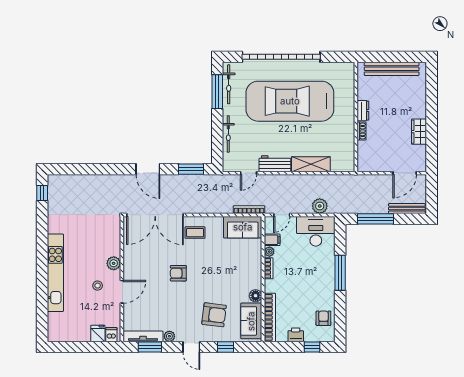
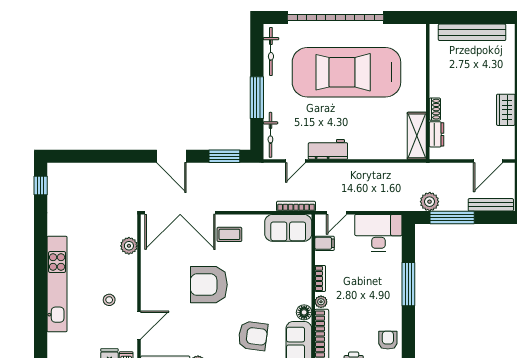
window: (217, 92) -> (257, 98), moved
dresser: (363, 111) -> (437, 134), moved
bicycle: (228, 134) -> (270, 135), moved
shelving: (311, 164) -> (417, 136), moved, turned 90
plant: (320, 206) -> (430, 202), moved
plant: (269, 252) -> (321, 302), moved
plant: (114, 263) -> (129, 246), moved
armchair: (178, 273) -> (209, 285), width x1.88, depth x1.88
door: (122, 292) -> (139, 325), moved

